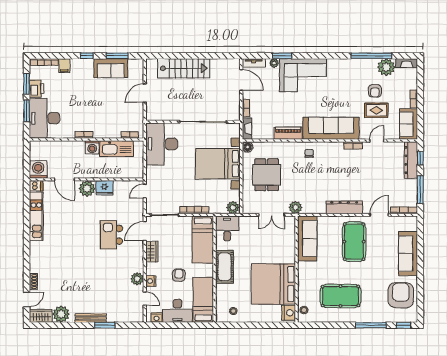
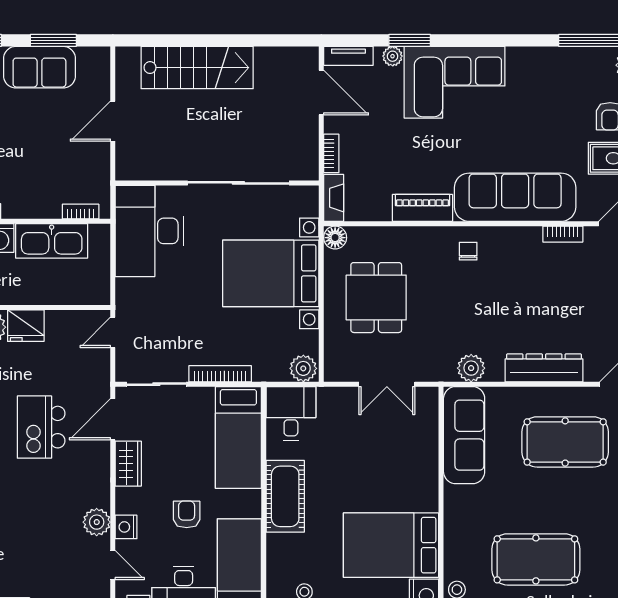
plant: (296, 207) -> (471, 368), moved
pool table: (354, 242) -> (565, 442), turned 90
bed: (273, 284) -> (391, 545), width x0.73

